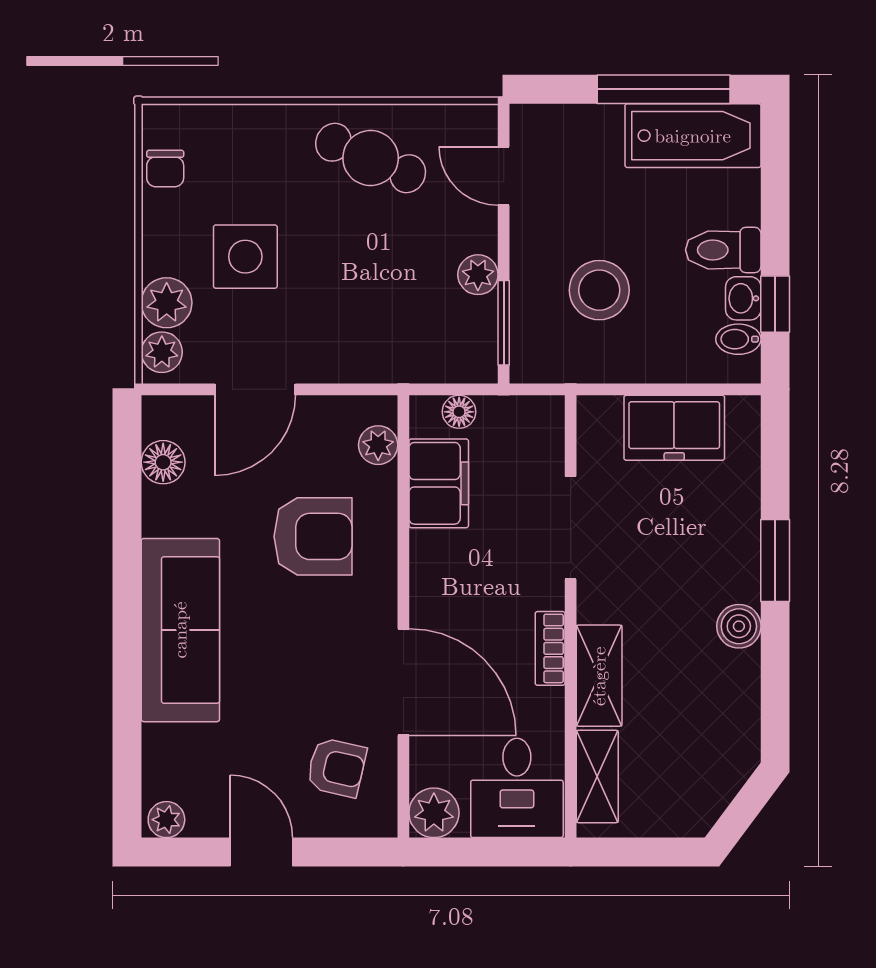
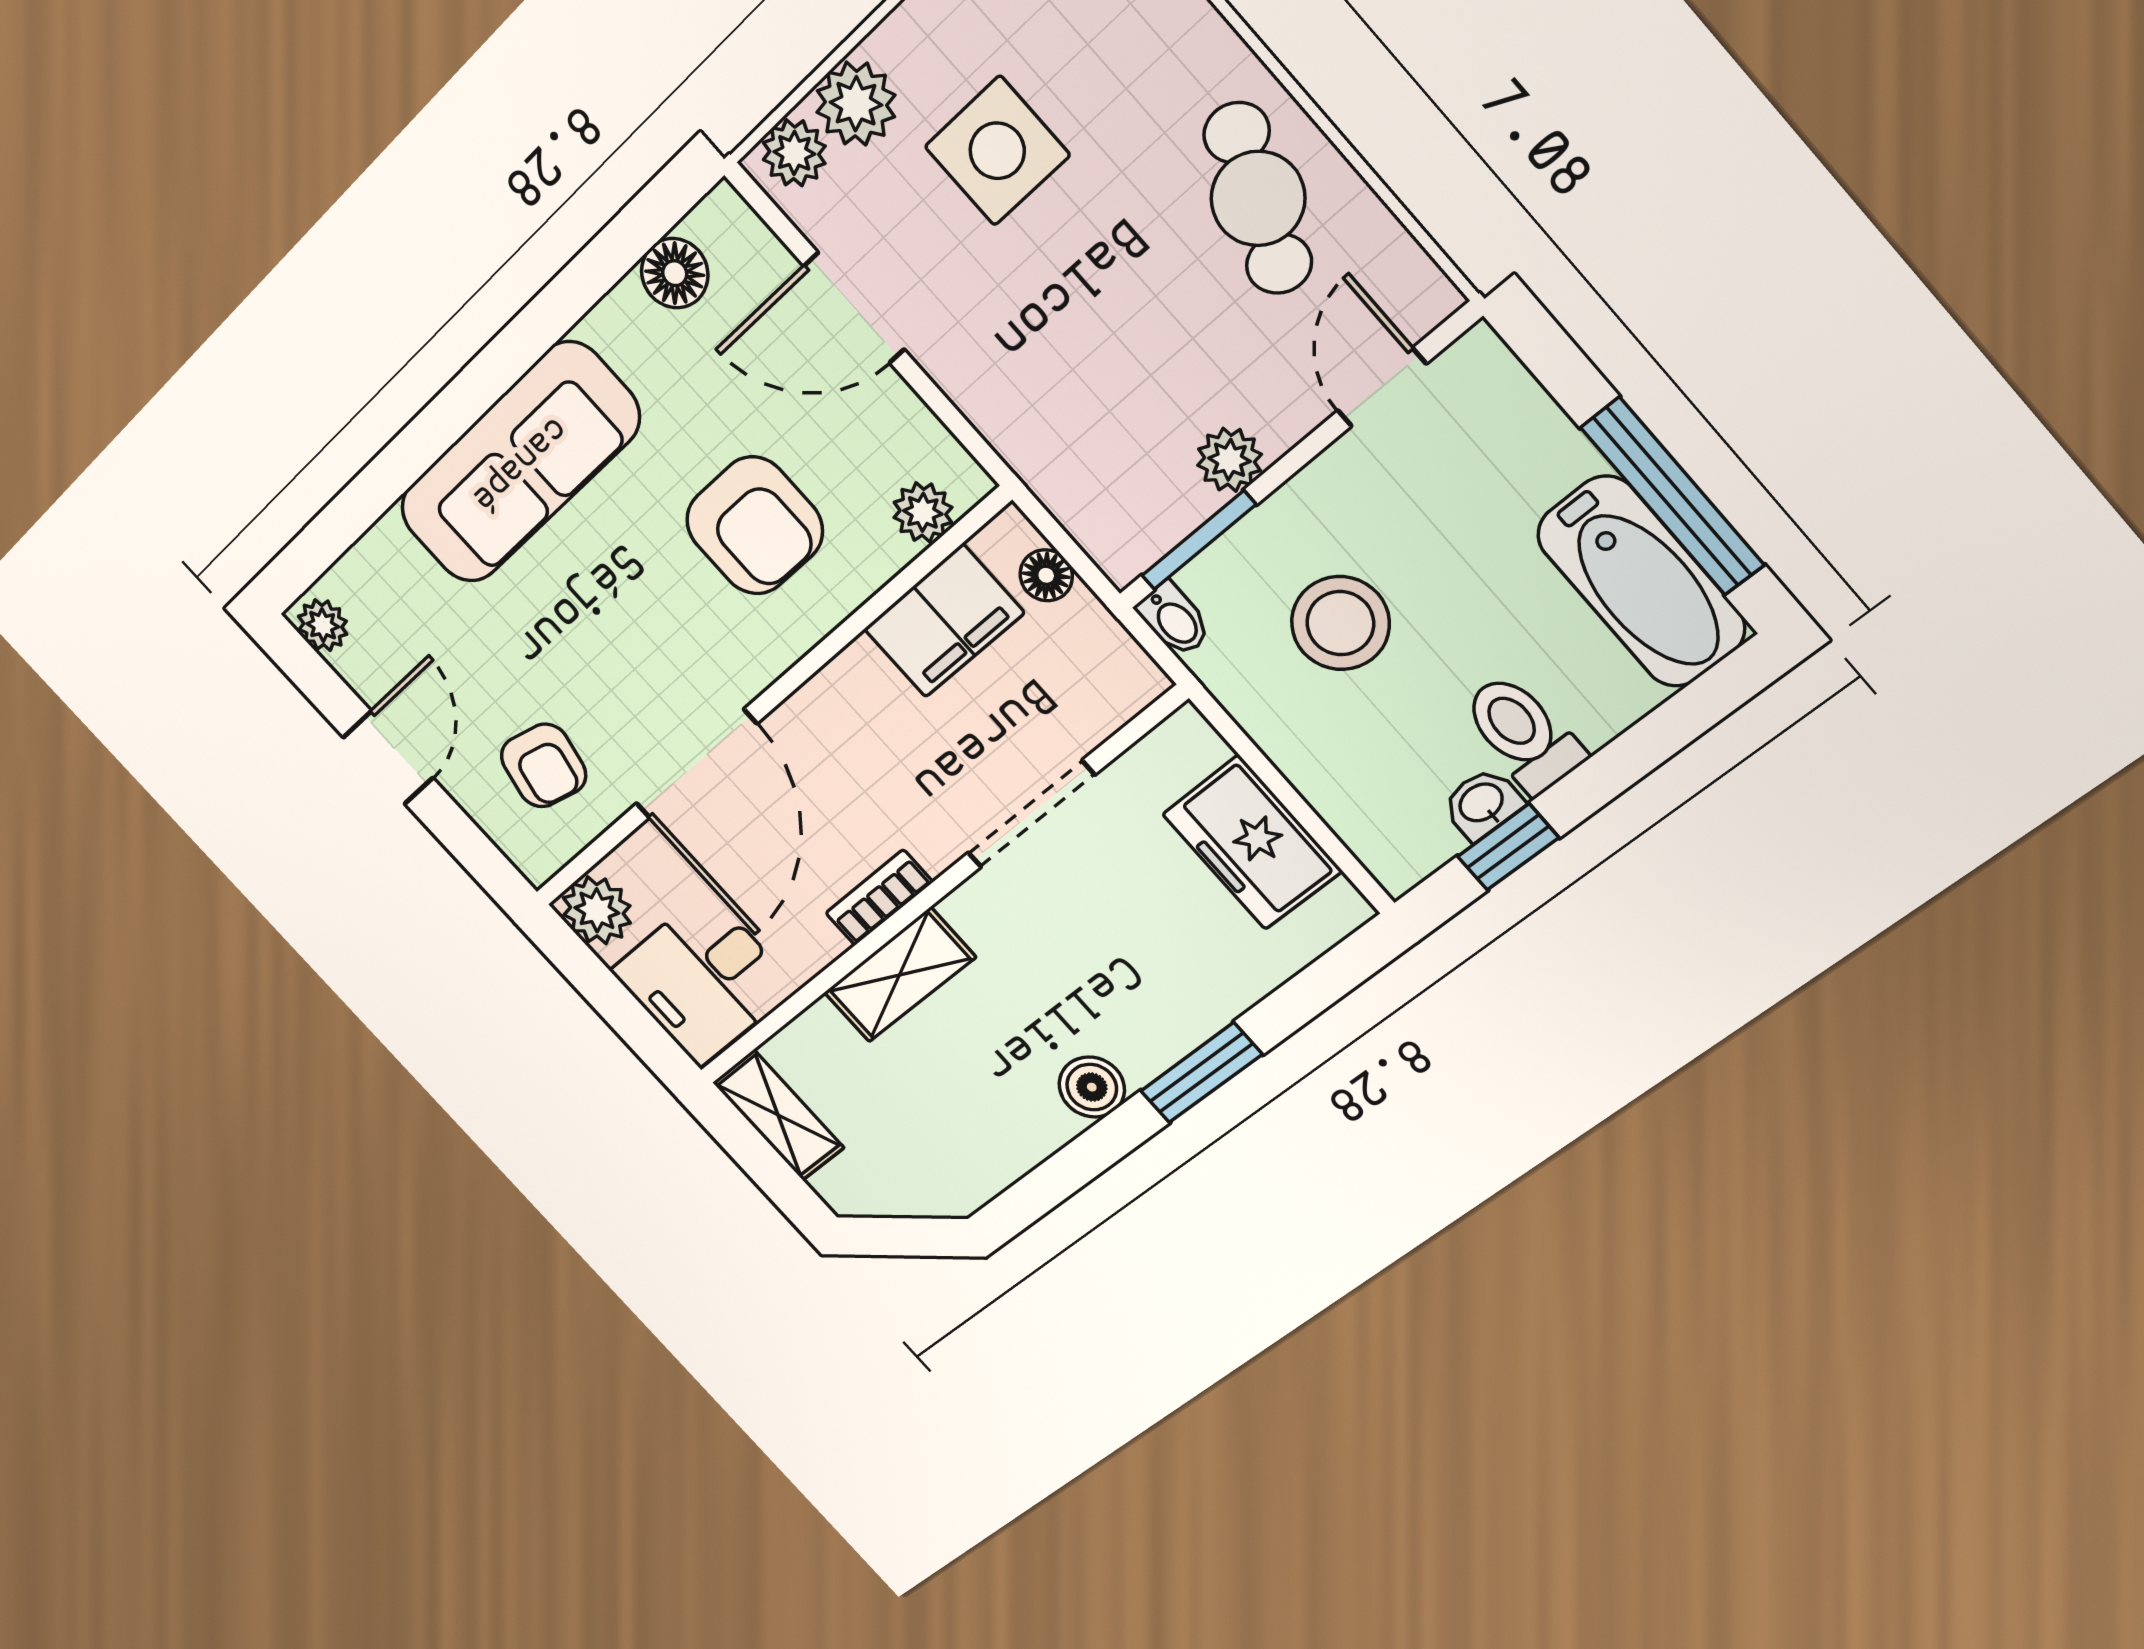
bidet: (738, 339) -> (1174, 619), moved, turned 180
shelving: (597, 776) -> (778, 1115), moved, turned 90

